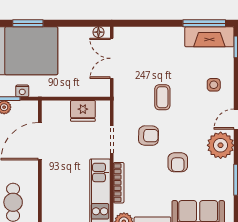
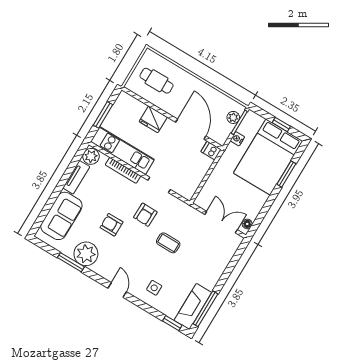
dishwasher: (49, 109) -> (211, 150), added
fridge: (83, 111) -> (153, 119), moved, turned -90
plant: (221, 145) -> (86, 254), moved

